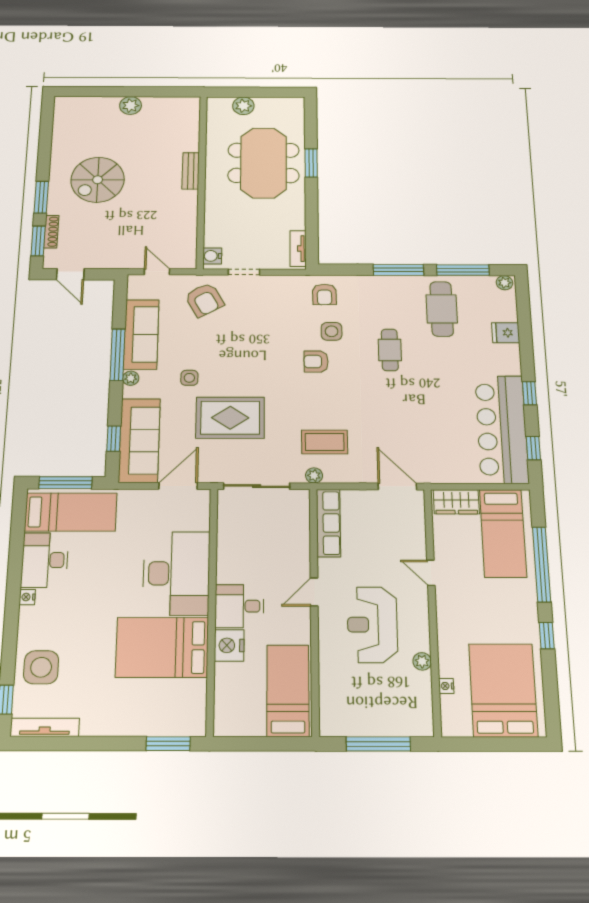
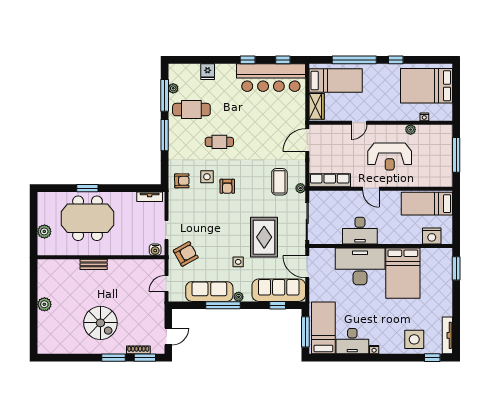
plant: (505, 283) -> (173, 88), moved
desk: (239, 606) -> (360, 231), moved, width x1.37
nightstand: (229, 645) -> (432, 236), moved

